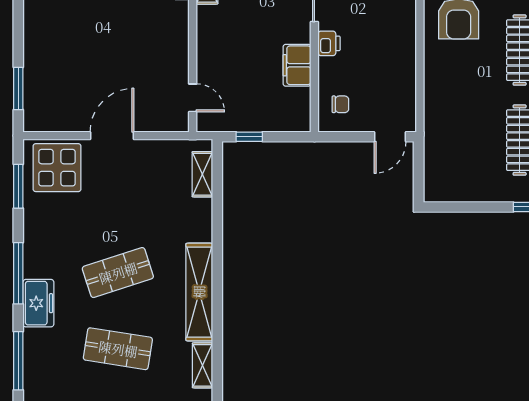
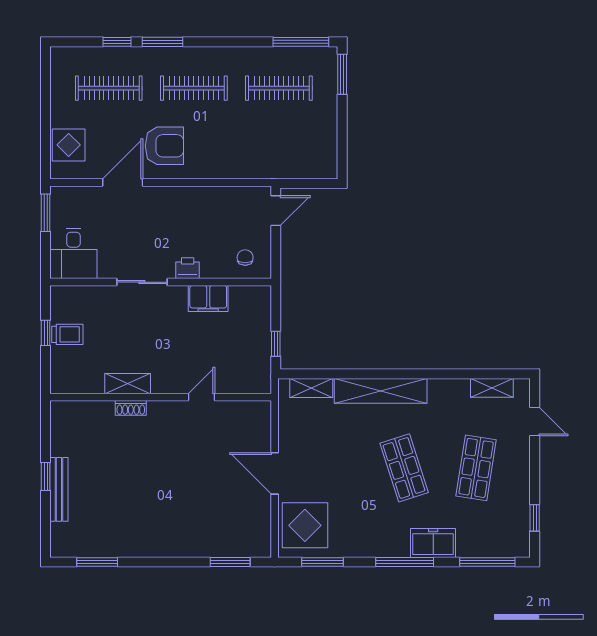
door: (193, 98) -> (201, 397), moved
door: (390, 137) -> (276, 211), hinge flipped
shelving: (199, 292) -> (381, 391), moved

